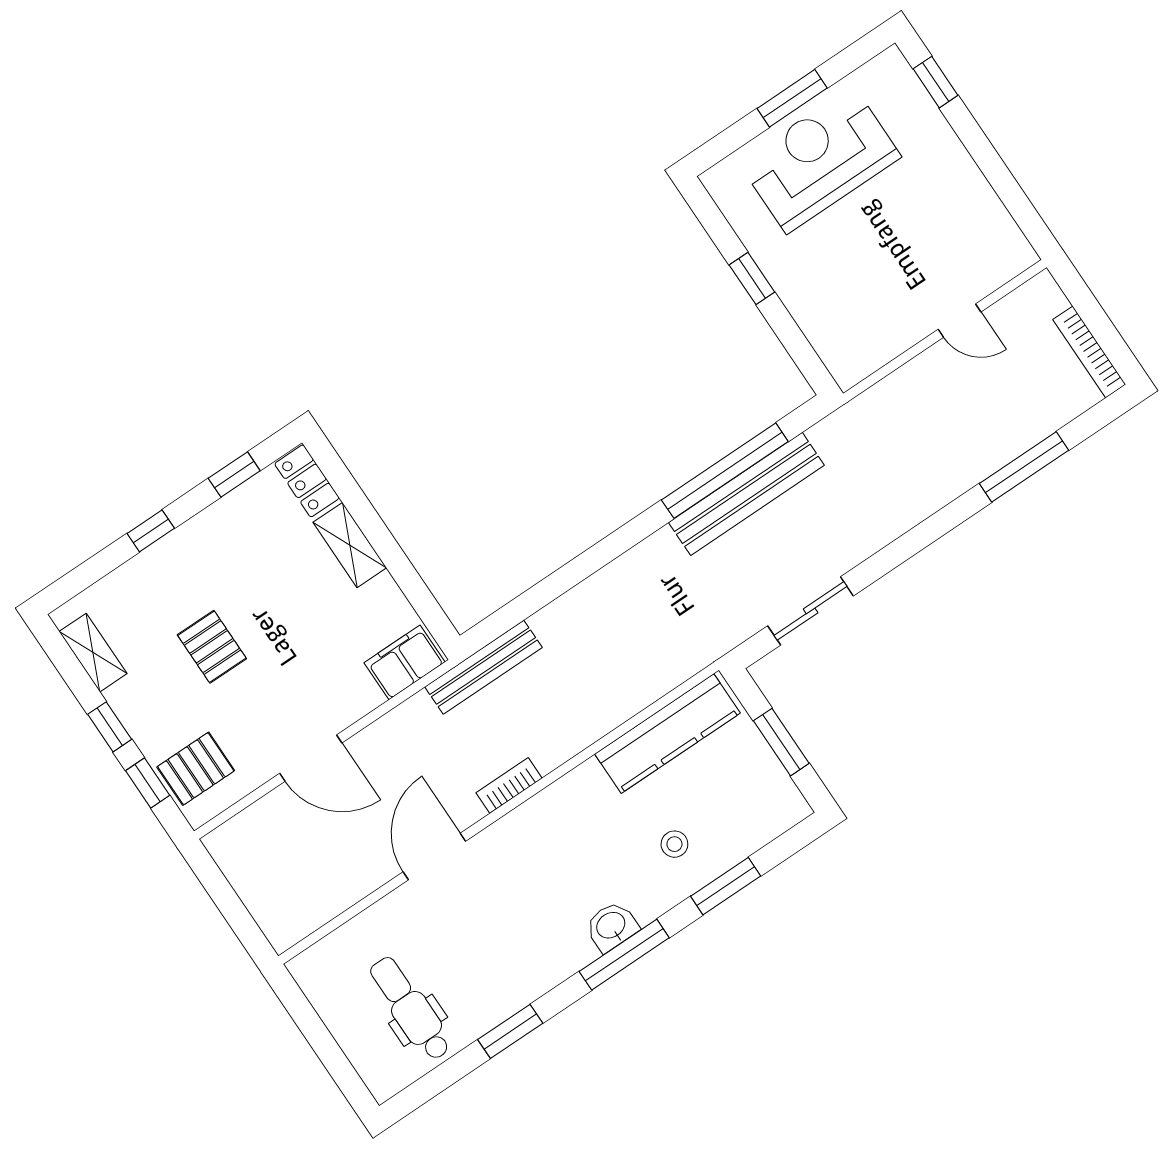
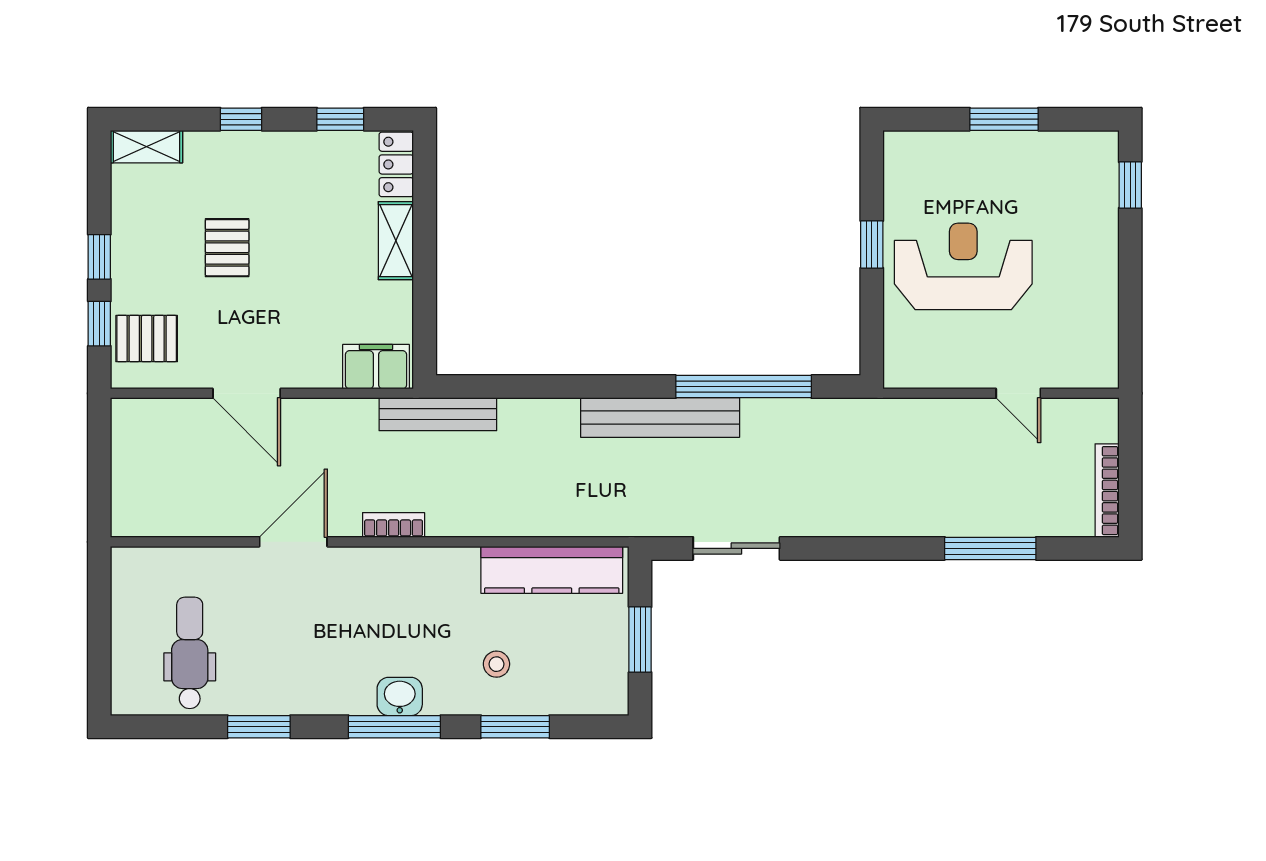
reception desk: (820, 160) -> (963, 266), moved
bench: (746, 494) -> (660, 417), moved
shelving: (93, 653) -> (147, 147), moved, turned 90

